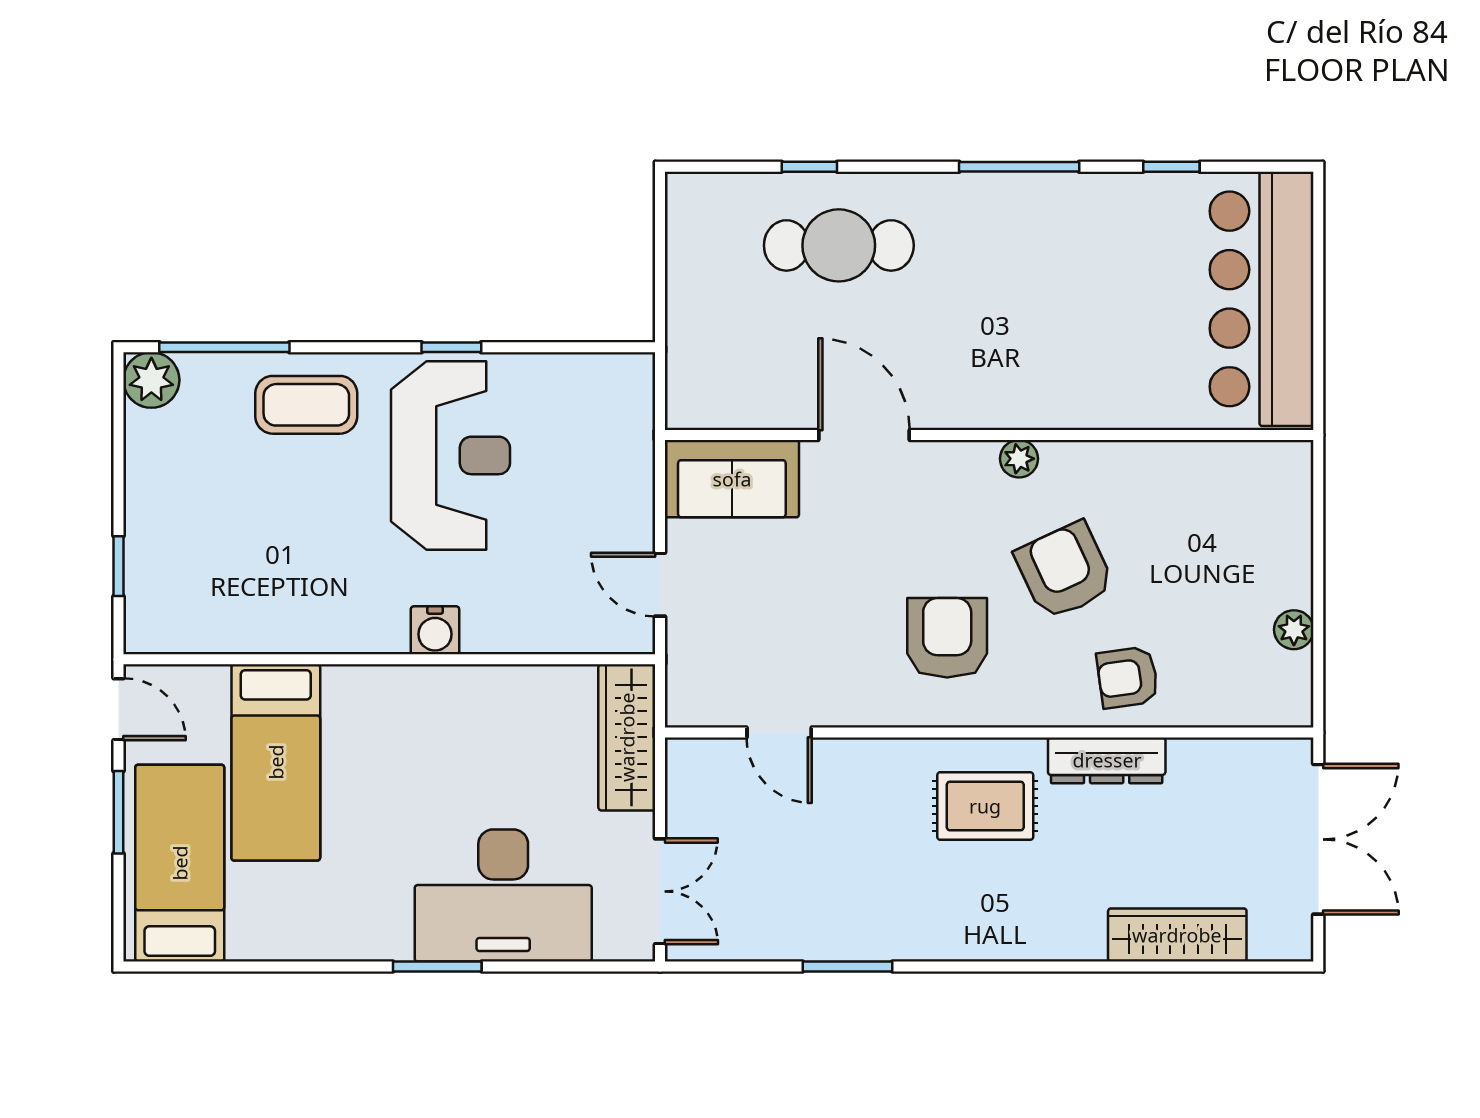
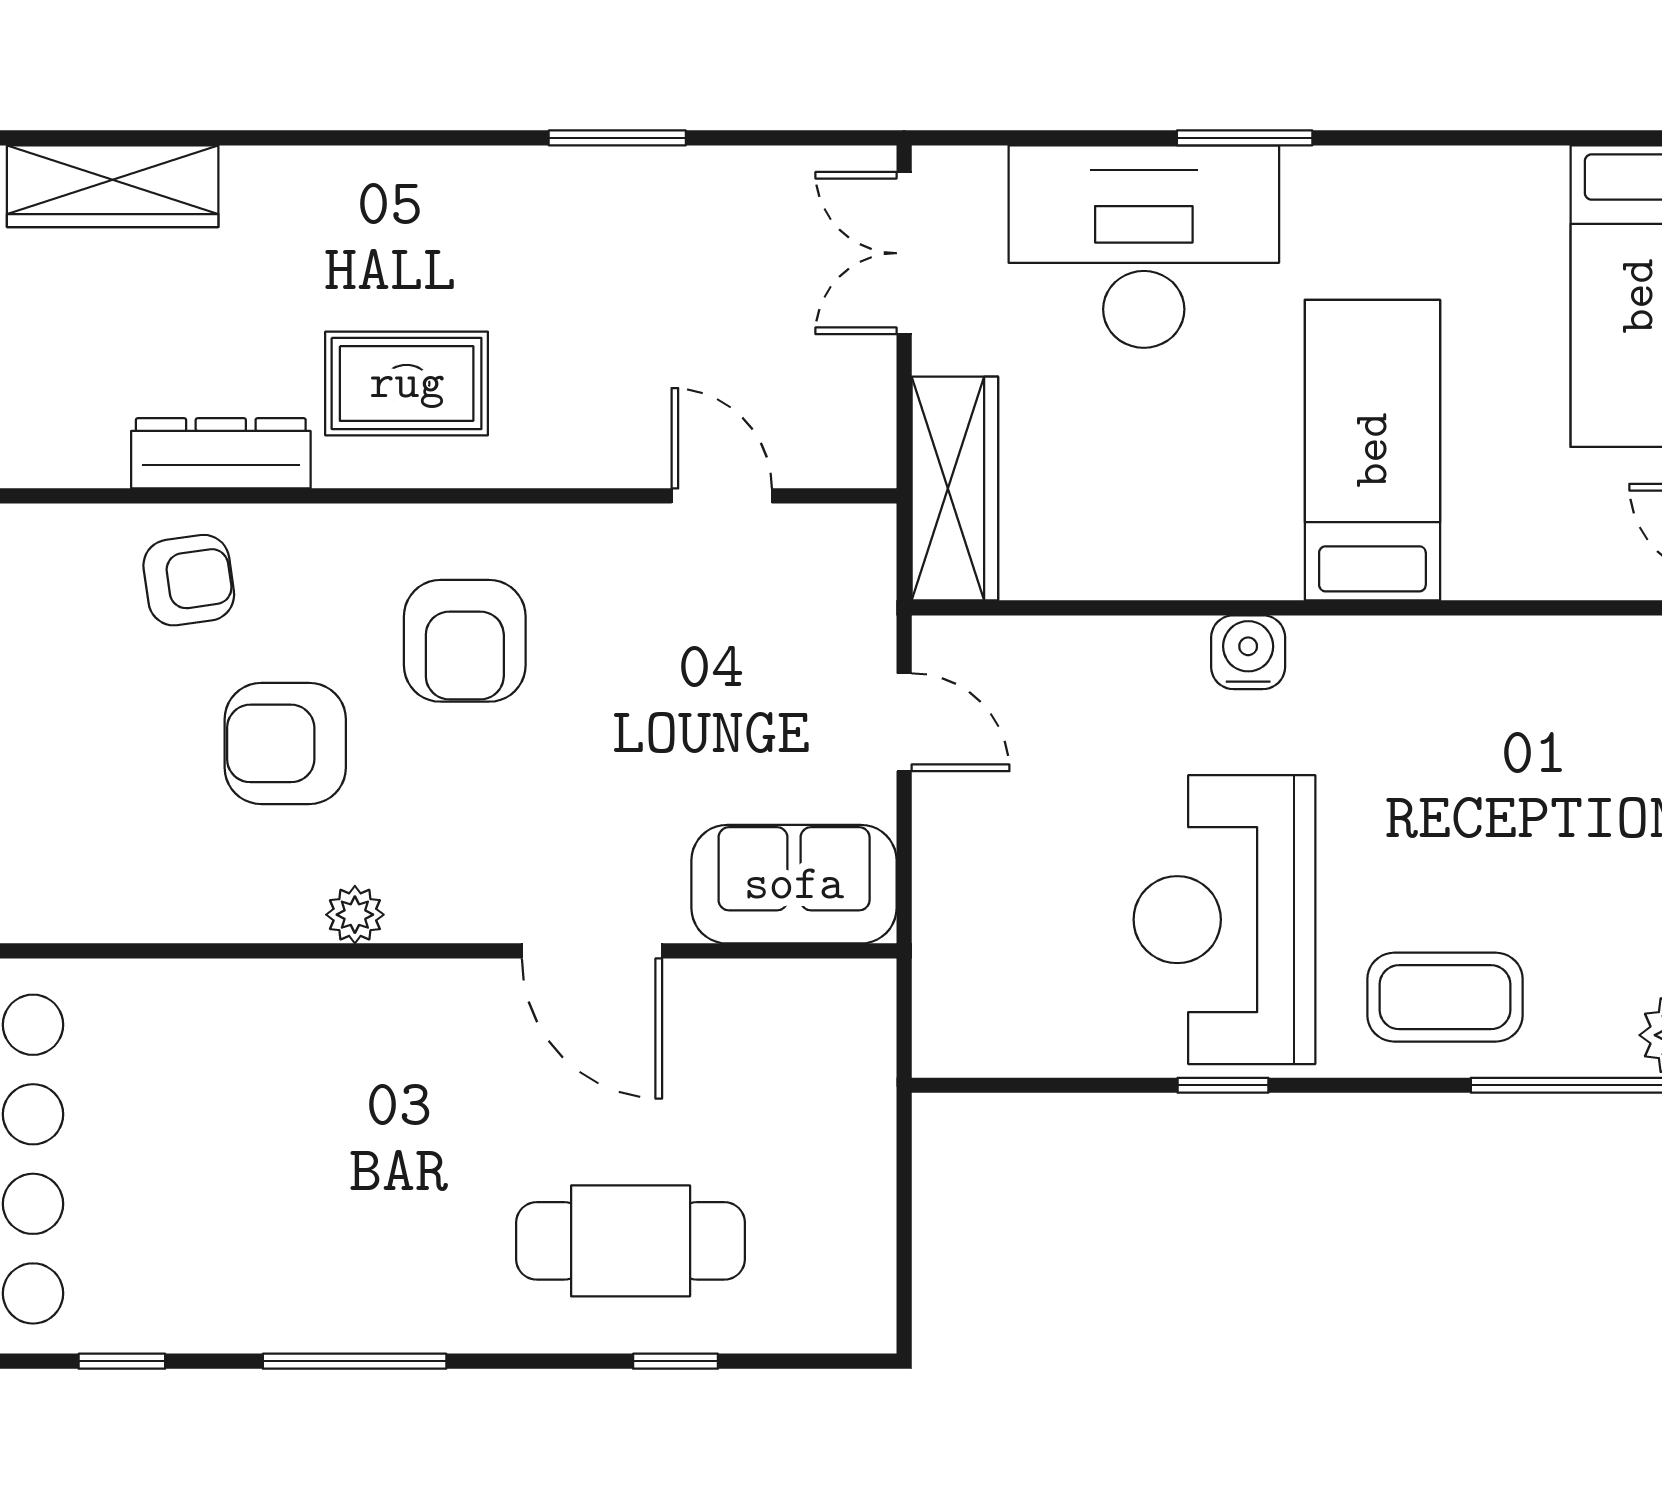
armchair: (1065, 571) -> (285, 743), turned 115
bed: (276, 762) -> (1372, 450), moved

